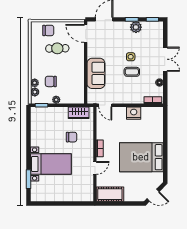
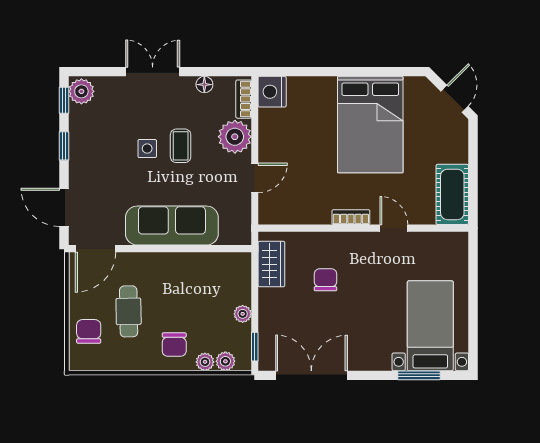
plant: (136, 27) -> (81, 91), moved
sofa: (96, 73) -> (172, 226), width x1.36
chair: (51, 81) -> (174, 345), moved
plant: (136, 96) -> (235, 137), added
door: (105, 105) -> (255, 178), moved
nightstand: (134, 113) -> (272, 92), moved
double door: (28, 131) -> (311, 375), added
bed with nightstands: (51, 164) -> (430, 326), moved

